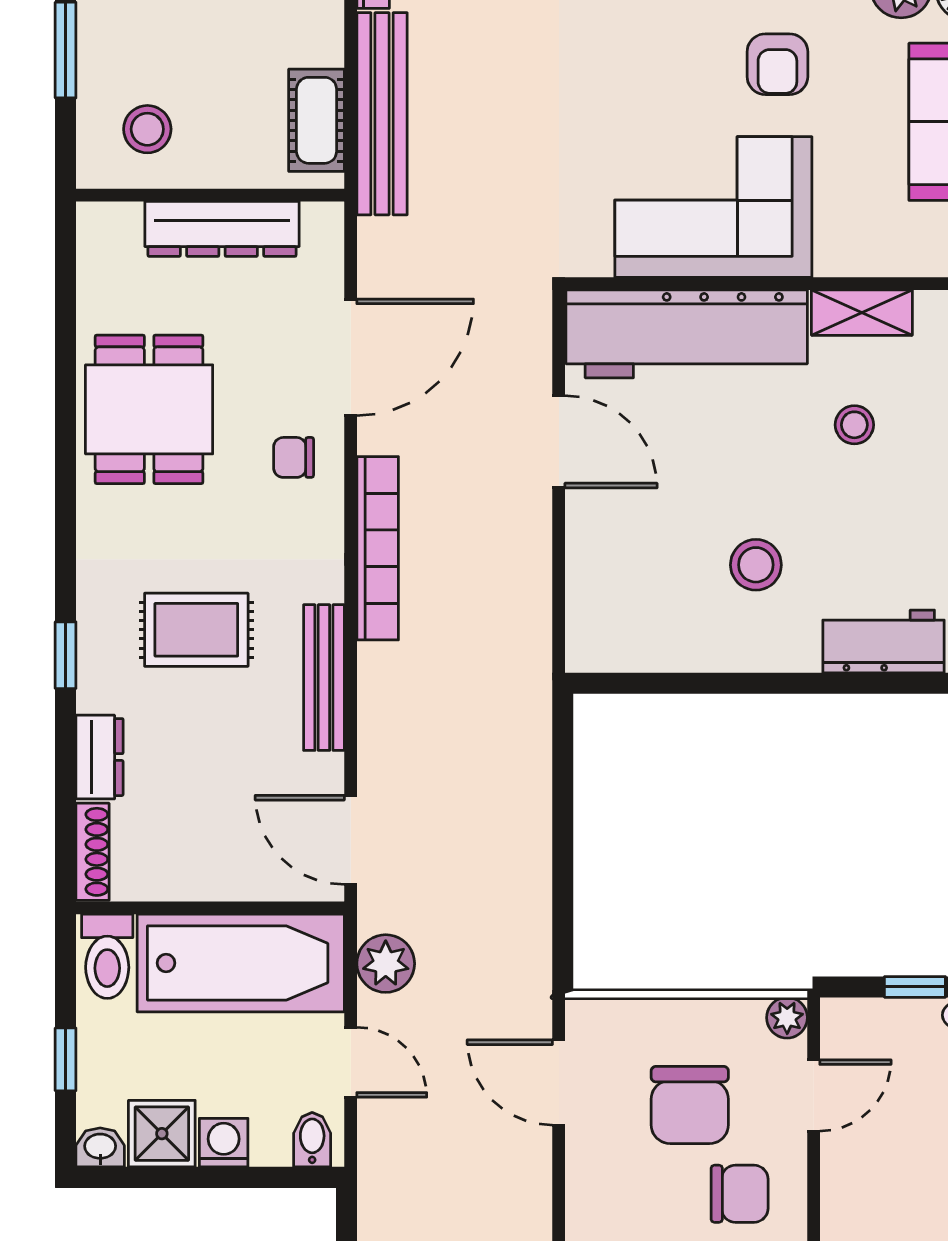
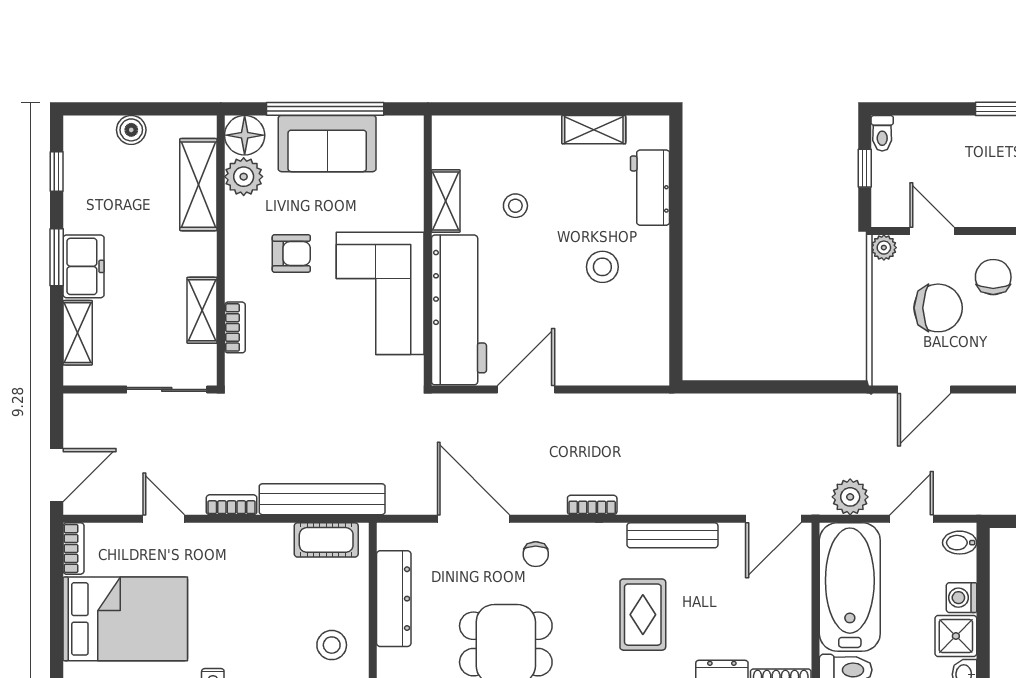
bookcase: (378, 548) -> (592, 505), width x0.43, depth x0.76

